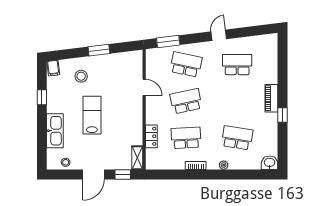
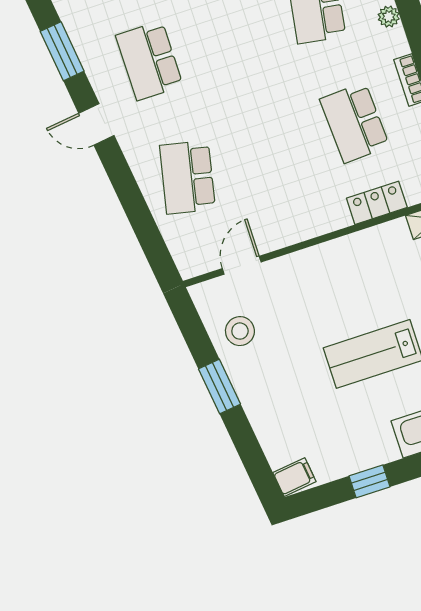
window: (168, 42) -> (62, 51), moved
stool: (81, 76) -> (240, 331), moved
door: (144, 87) -> (242, 265), moved
school desk: (186, 101) -> (271, 150), removed

